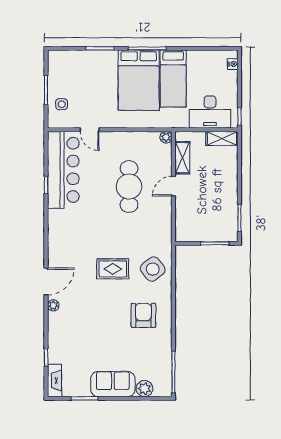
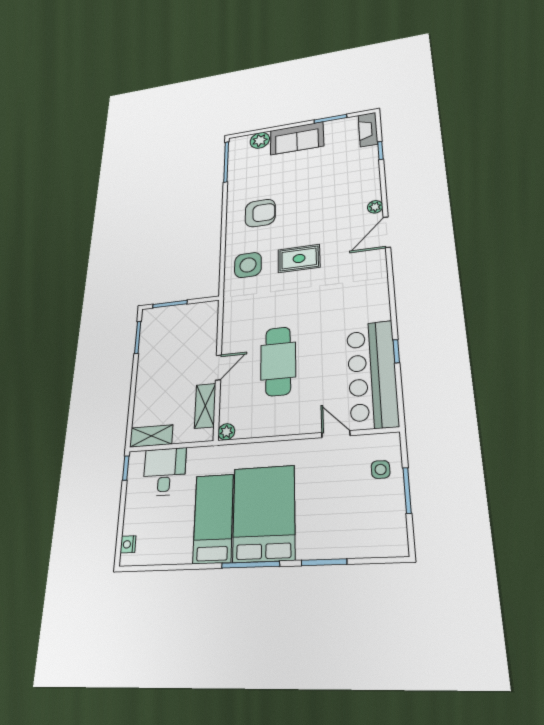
desk: (210, 112) -> (164, 472), width x0.73
side table: (153, 269) -> (248, 265), turned 38
armchair: (143, 315) -> (260, 213), turned -90

